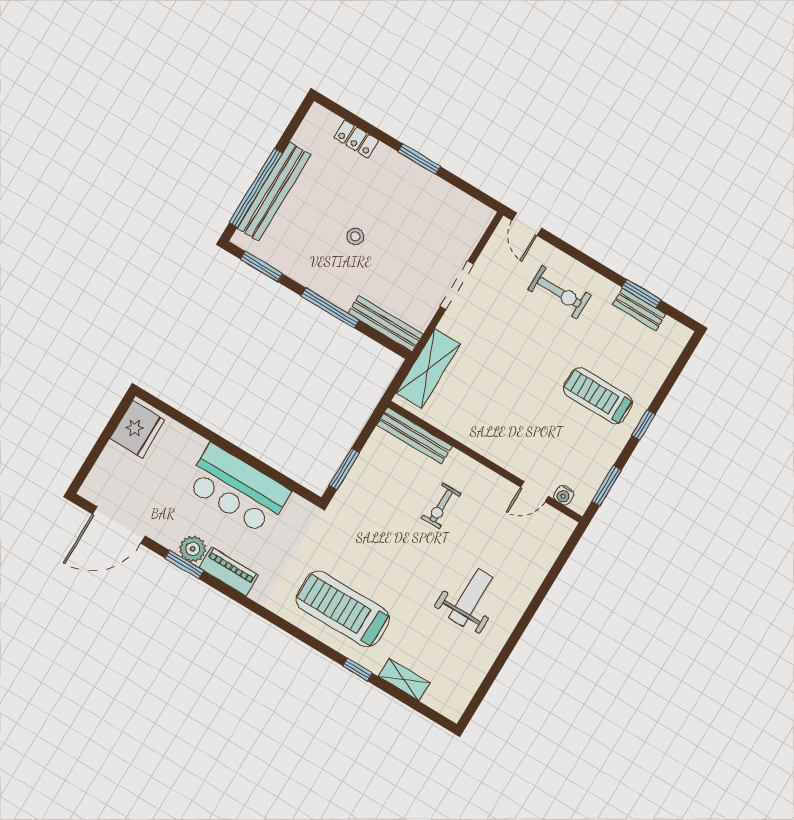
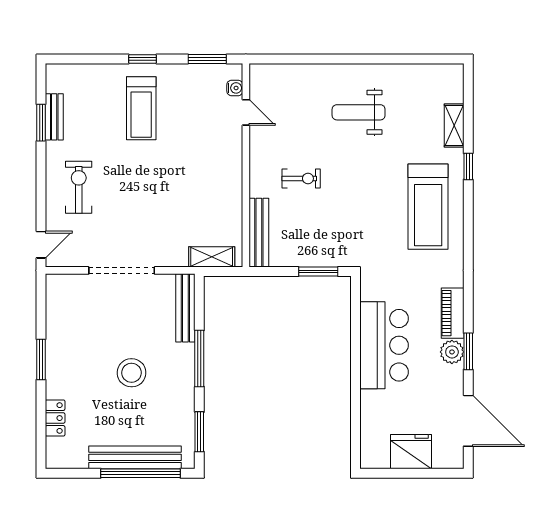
stool: (355, 236) -> (132, 373), width x1.89, depth x1.89
doorway: (457, 285) -> (122, 270), width x1.36
shelving: (428, 369) -> (212, 257), width x0.67, depth x0.75
fridge: (137, 429) -> (411, 452), moved

